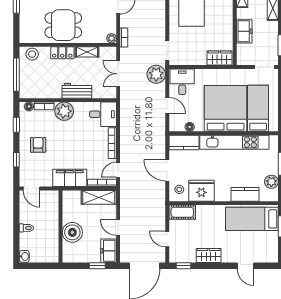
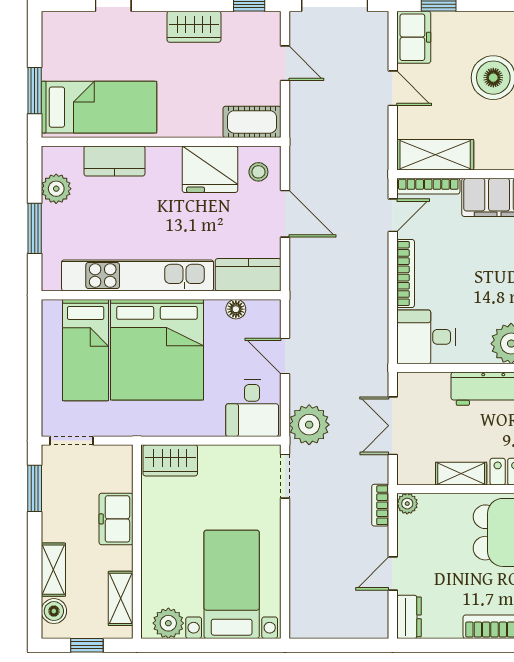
double door: (118, 74) -> (393, 426), swing flipped

